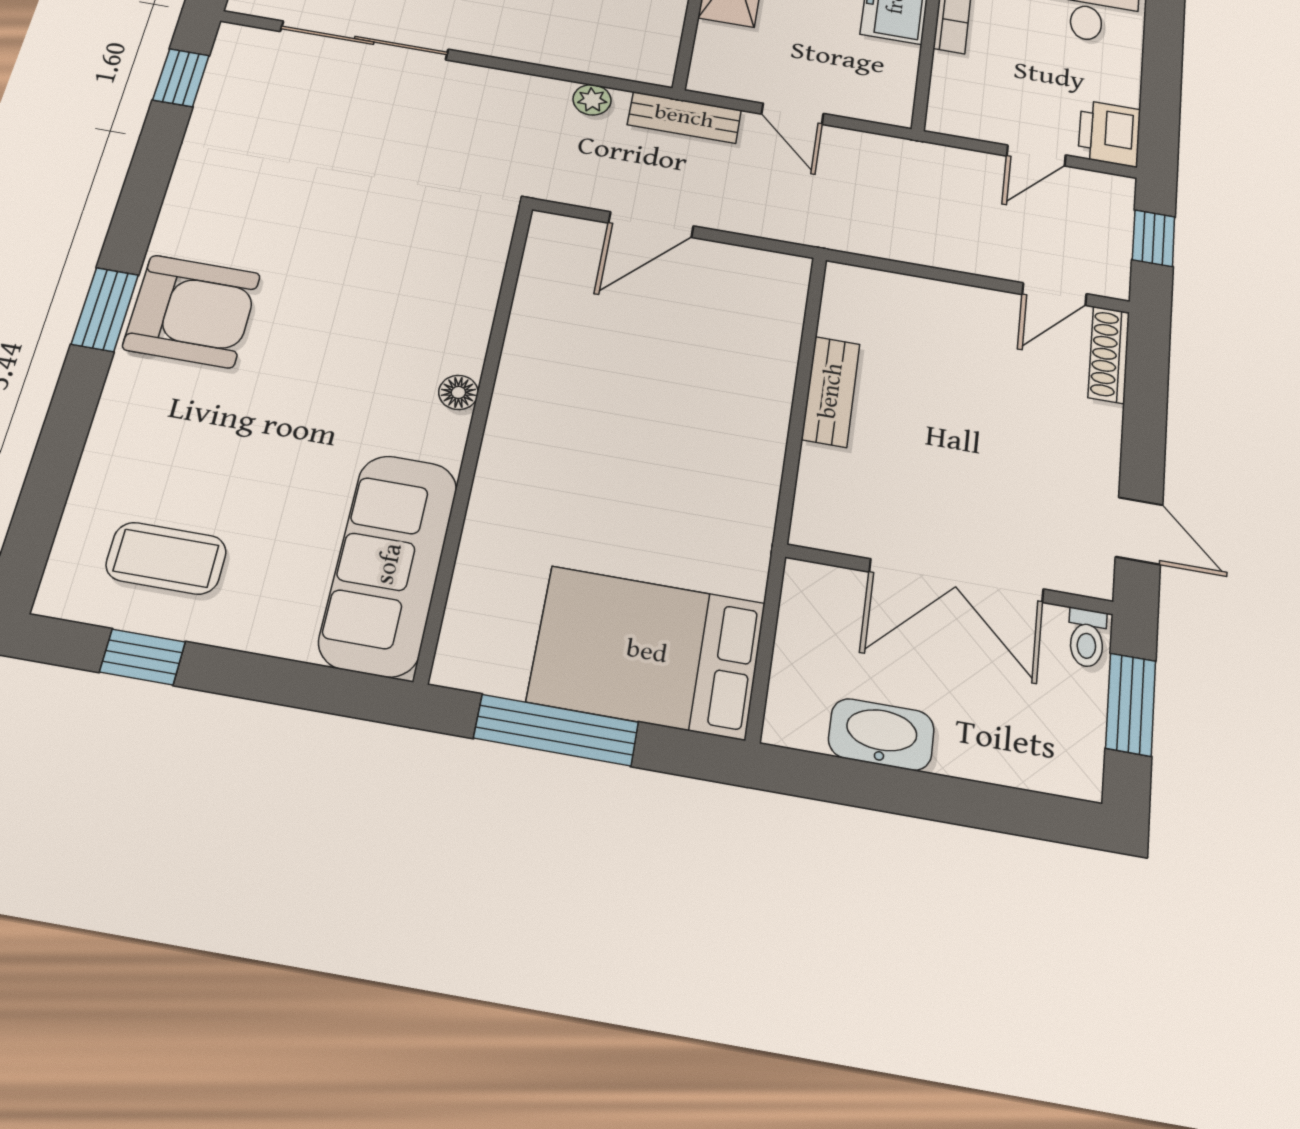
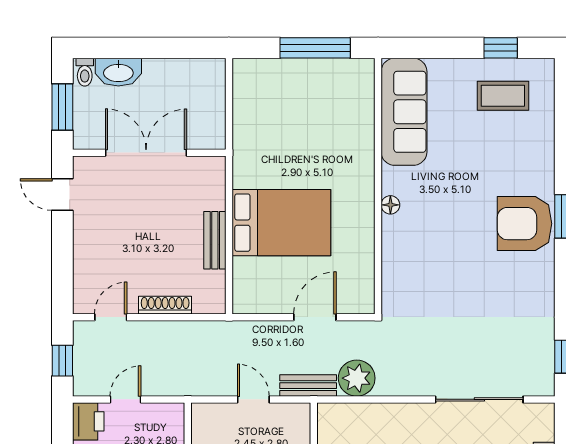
plant: (592, 100) -> (357, 378), width x1.88, depth x1.88
shoe rack: (1109, 355) -> (165, 305), moved, turned -90
toilet: (1087, 638) -> (85, 72), moved, turned 180
bed: (647, 652) -> (281, 223), moved
washbasin: (881, 734) -> (118, 72), moved

